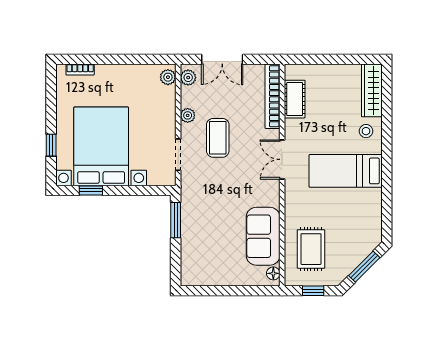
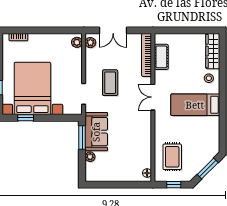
plant: (188, 115) -> (90, 157), moved
sofa: (263, 236) -> (96, 132), moved, turned 180

